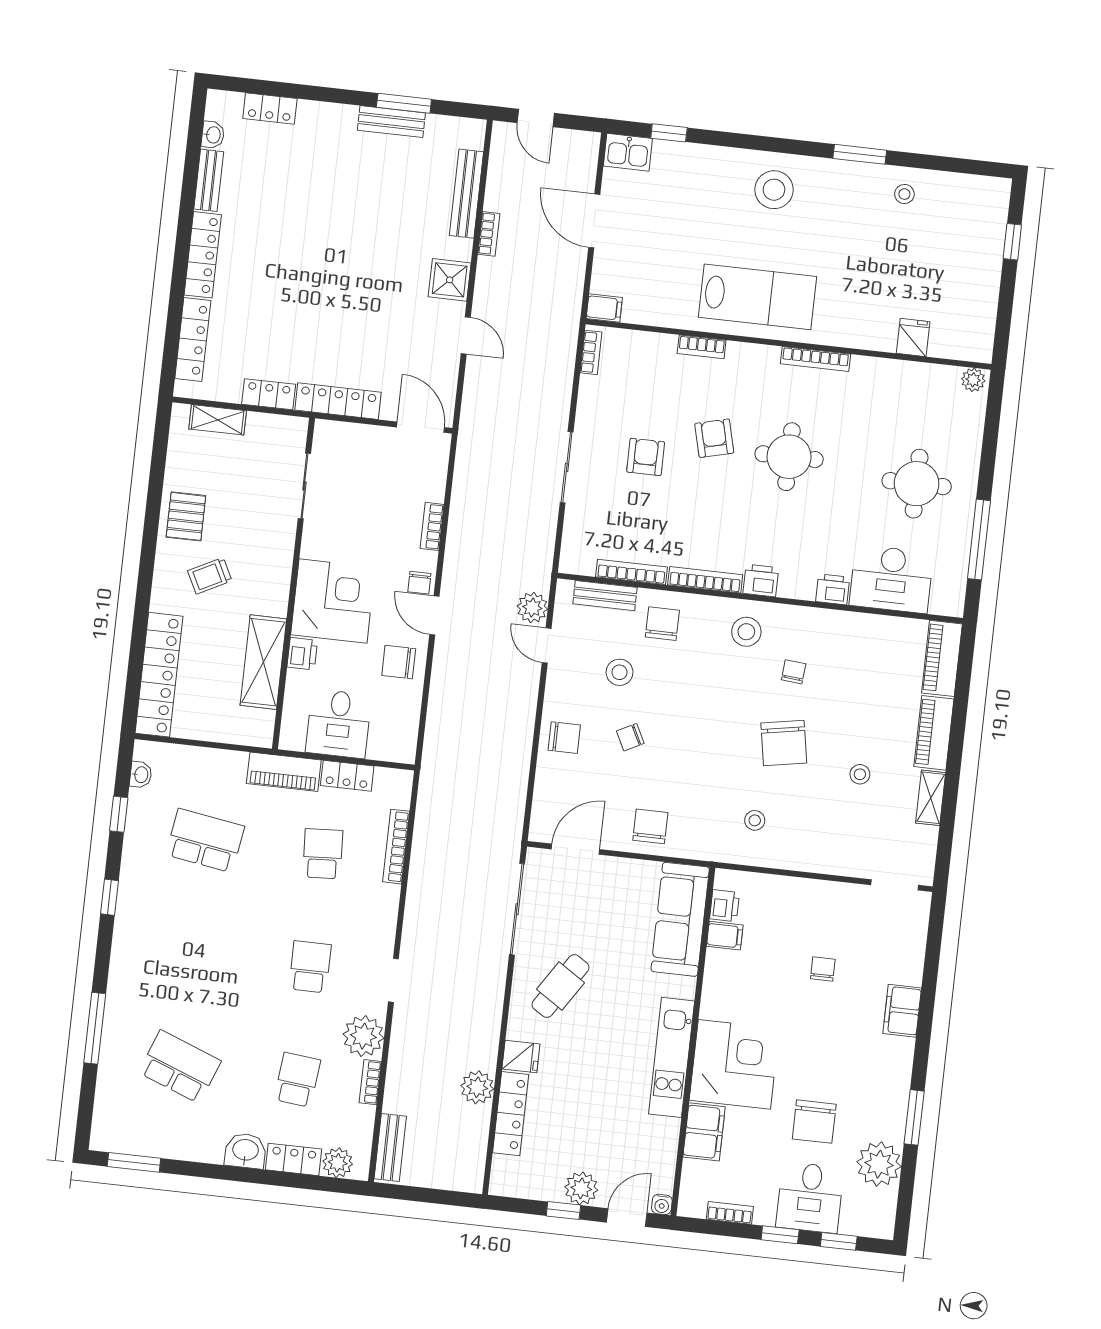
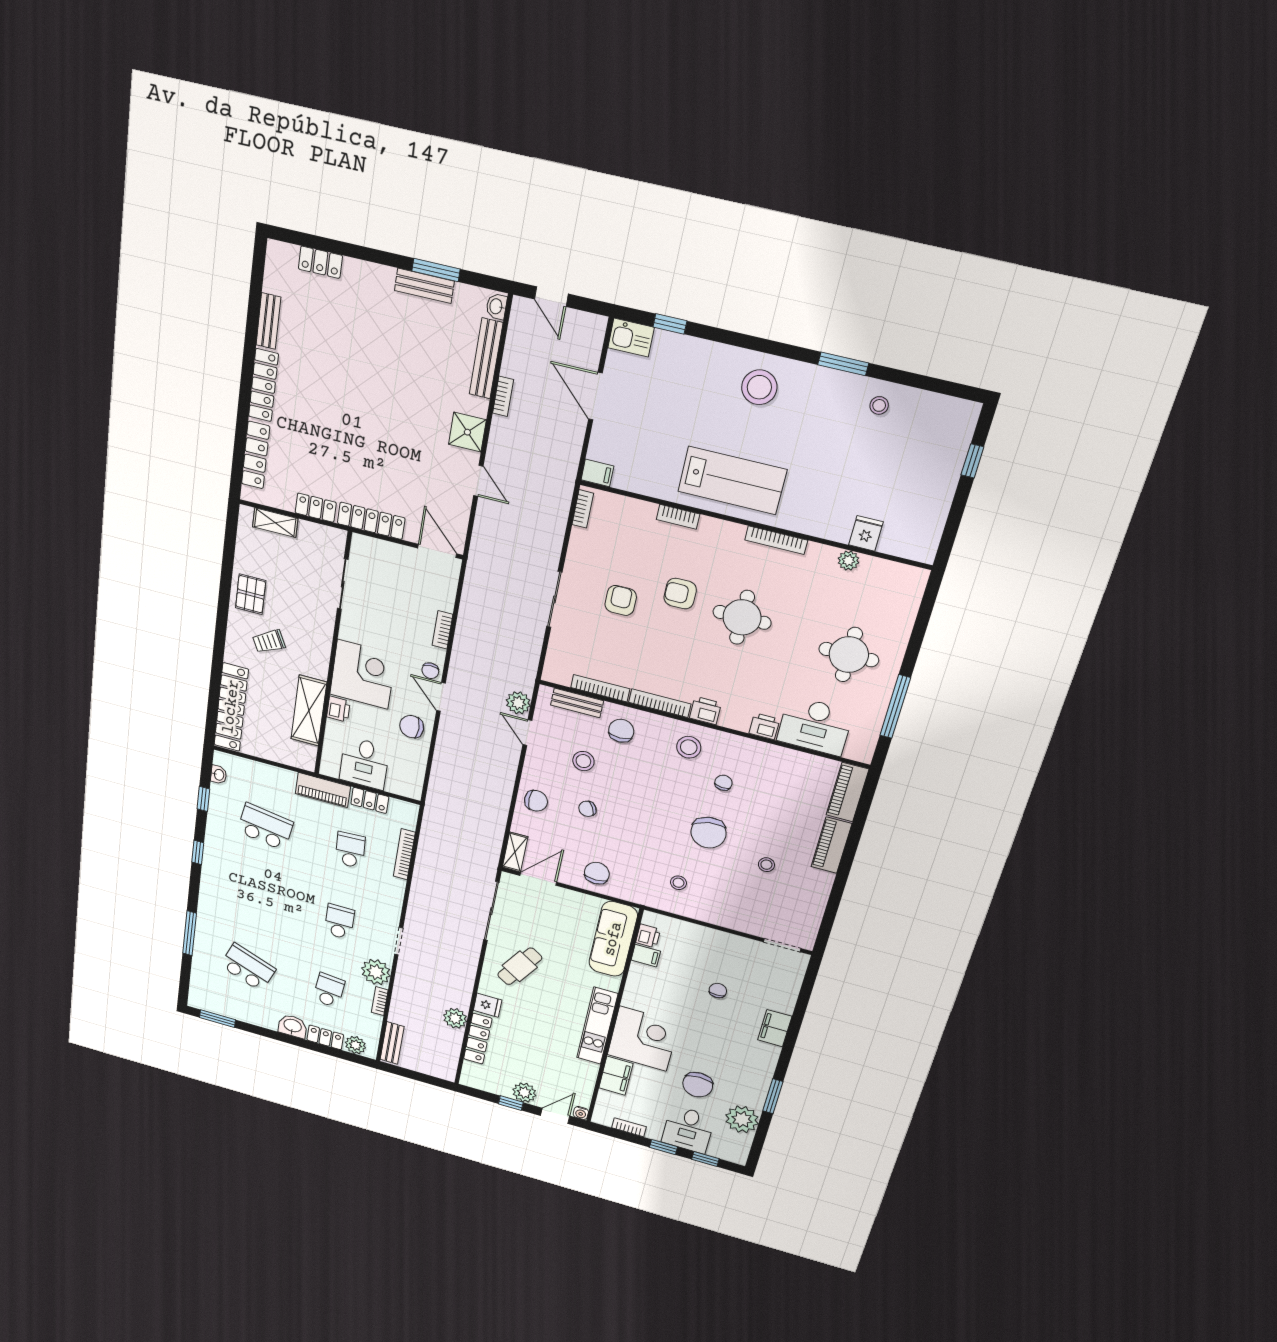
washbasin: (213, 135) -> (496, 306), moved, turned 180
plant: (973, 380) -> (848, 561), moved
armchair: (714, 438) -> (680, 594), turned -76
shelving: (931, 798) -> (515, 852), moved

